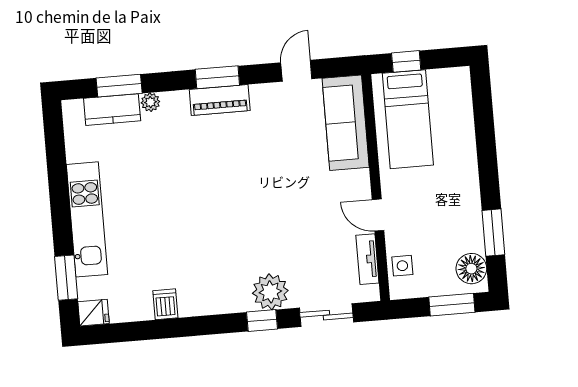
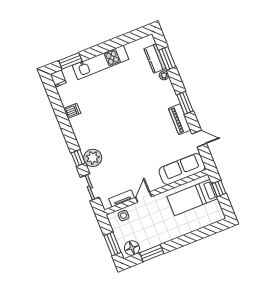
piano: (220, 100) -> (180, 119), moved

